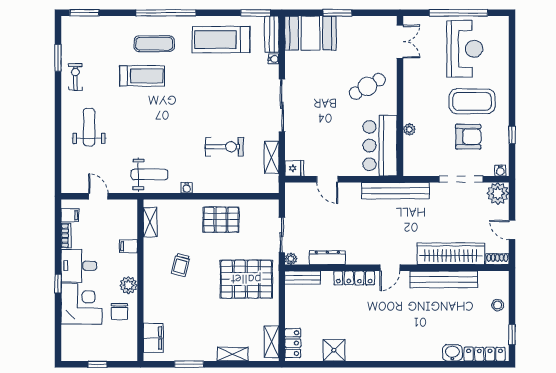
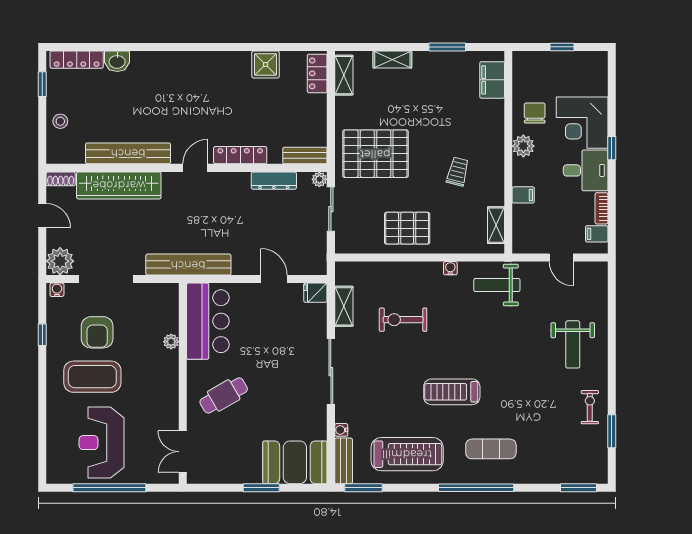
treadmill: (142, 76) -> (452, 392), moved
exercise bike: (75, 77) -> (590, 407), turned 180
armchair: (468, 137) -> (97, 332), turned -90

